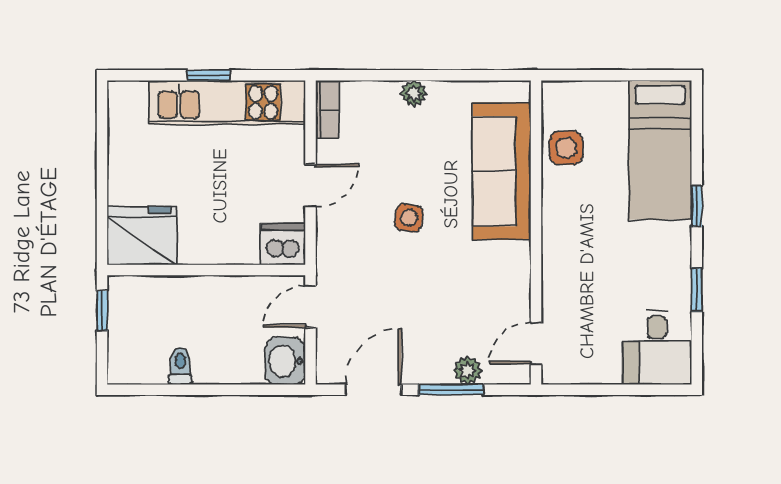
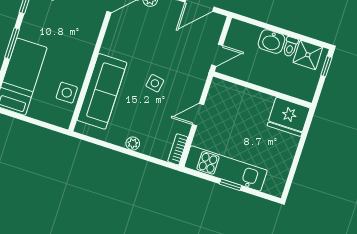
window: (697, 206) -> (12, 43), width x1.50
dishwasher: (283, 244) -> (221, 90), removed
window: (102, 311) -> (326, 66), moved
washbasin: (285, 361) -> (272, 41), moved, turned 90
shower: (143, 362) -> (308, 55), added

